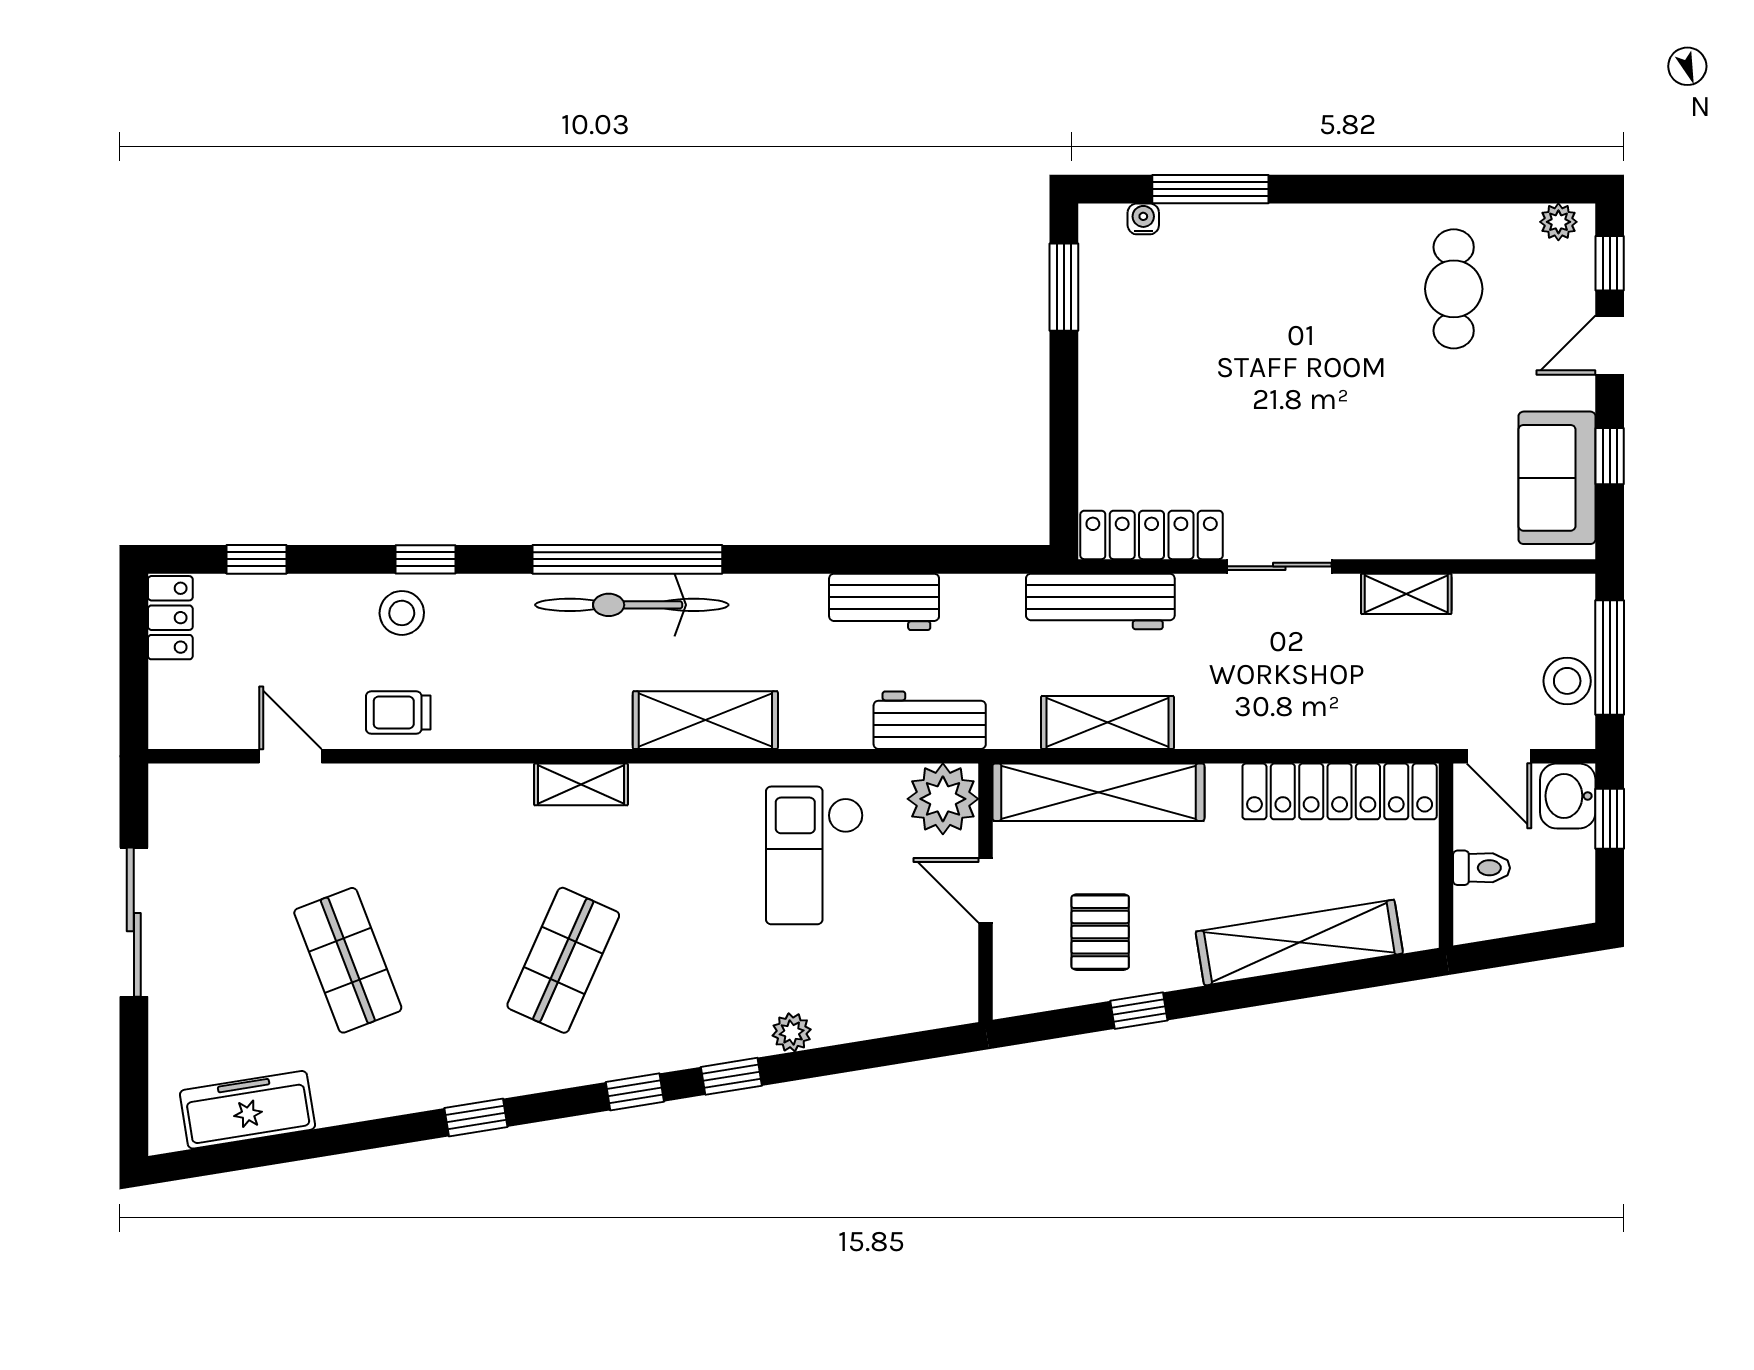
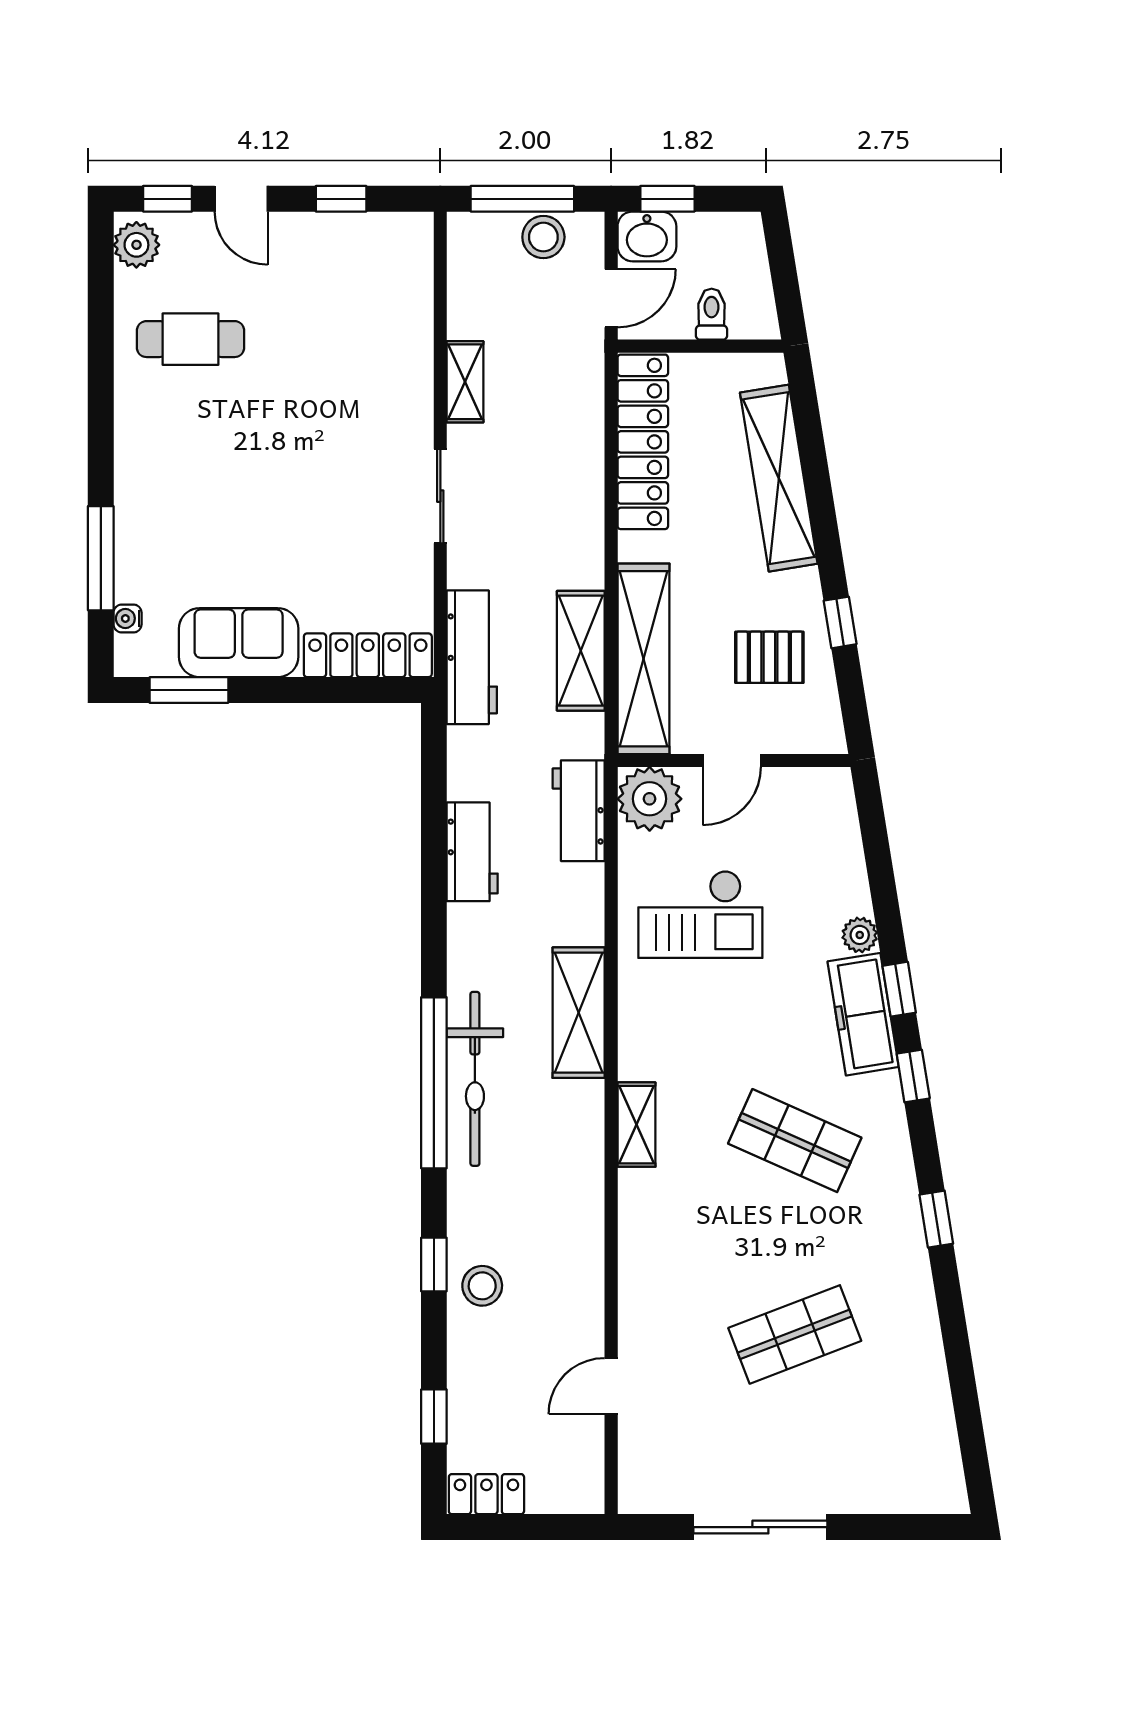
plant: (1558, 222) -> (136, 245), width x1.38, depth x1.38
sofa: (1557, 478) -> (239, 643), moved, turned 180
locker: (1152, 535) -> (368, 655), moved, turned 90
trolley: (398, 713) -> (572, 1289), removed
freezer: (247, 1110) -> (863, 1014), moved

